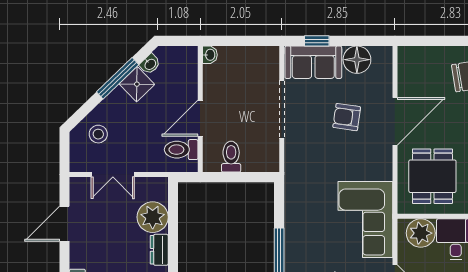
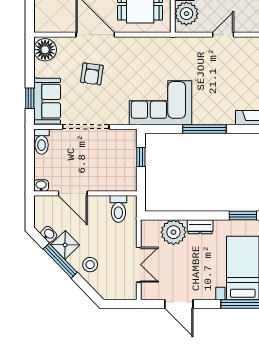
floor lamp: (357, 60) -> (45, 50), moved
door: (200, 118) -> (73, 193), moved
stool: (98, 134) -> (90, 265), moved
toilet: (231, 157) -> (42, 142), moved, turned -90
window: (245, 177) -> (141, 157), added
corner sofa: (365, 219) -> (160, 103), moved, turned 180

